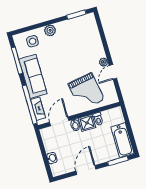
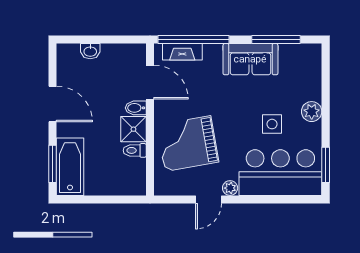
bar counter: (87, 38) -> (280, 173), added
side table: (33, 41) -> (272, 124), moved
door: (113, 72) -> (209, 199), swing flipped
sofa: (33, 76) -> (250, 59), width x0.73
bathtub: (122, 140) -> (70, 167), moved, turned 90

